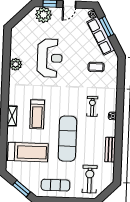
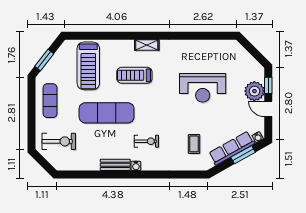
plant: (44, 15) -> (254, 91), moved
plant: (16, 64) -> (194, 47), removed
shelving: (12, 116) -> (147, 45), moved
bench: (110, 150) -> (115, 165), moved

